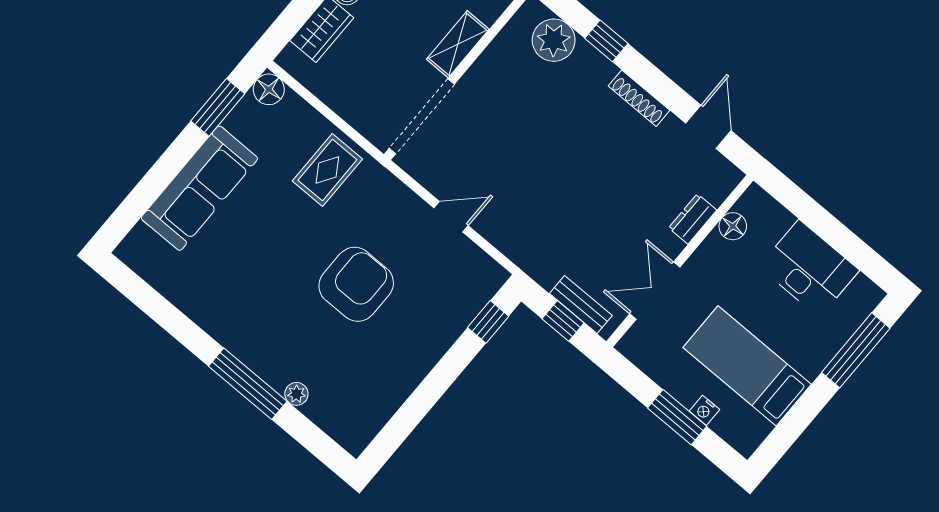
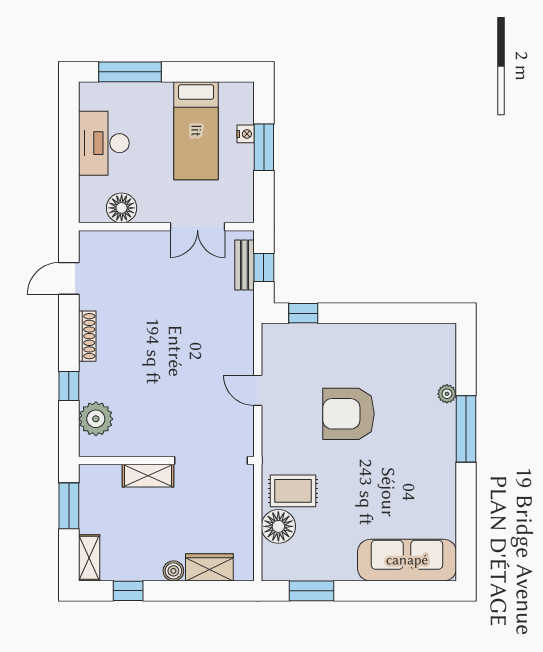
floor lamp: (269, 89) -> (278, 526), moved, width x1.38, depth x1.38
sofa: (199, 188) -> (407, 560), moved
dresser: (693, 219) -> (134, 241), removed
floor lamp: (733, 226) -> (122, 208), width x1.38, depth x1.38

